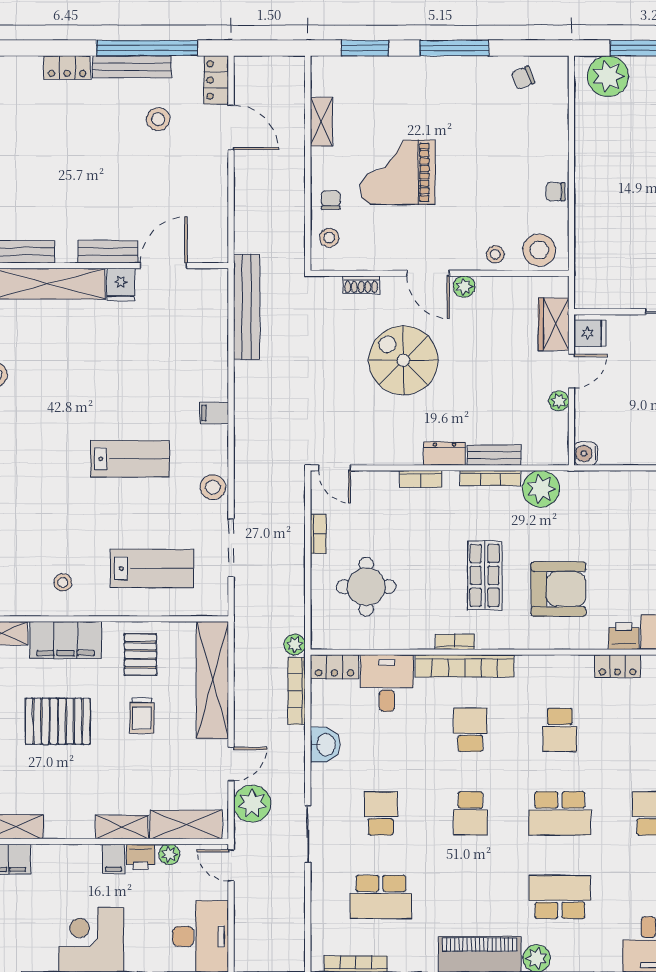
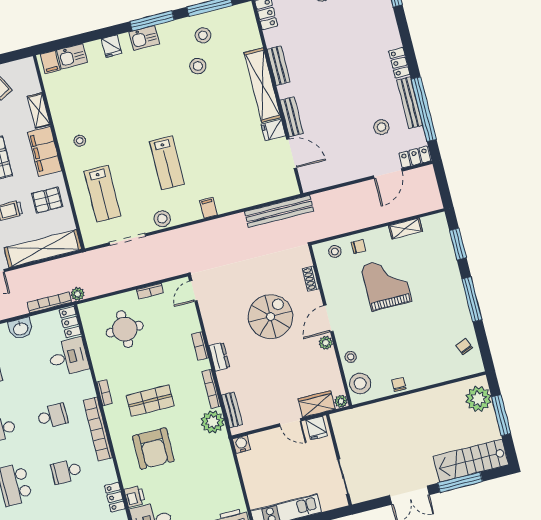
plant: (559, 401) -> (341, 401), moved
bench: (494, 455) -> (232, 410), moved
bookcase: (465, 666) -> (98, 429), moved

